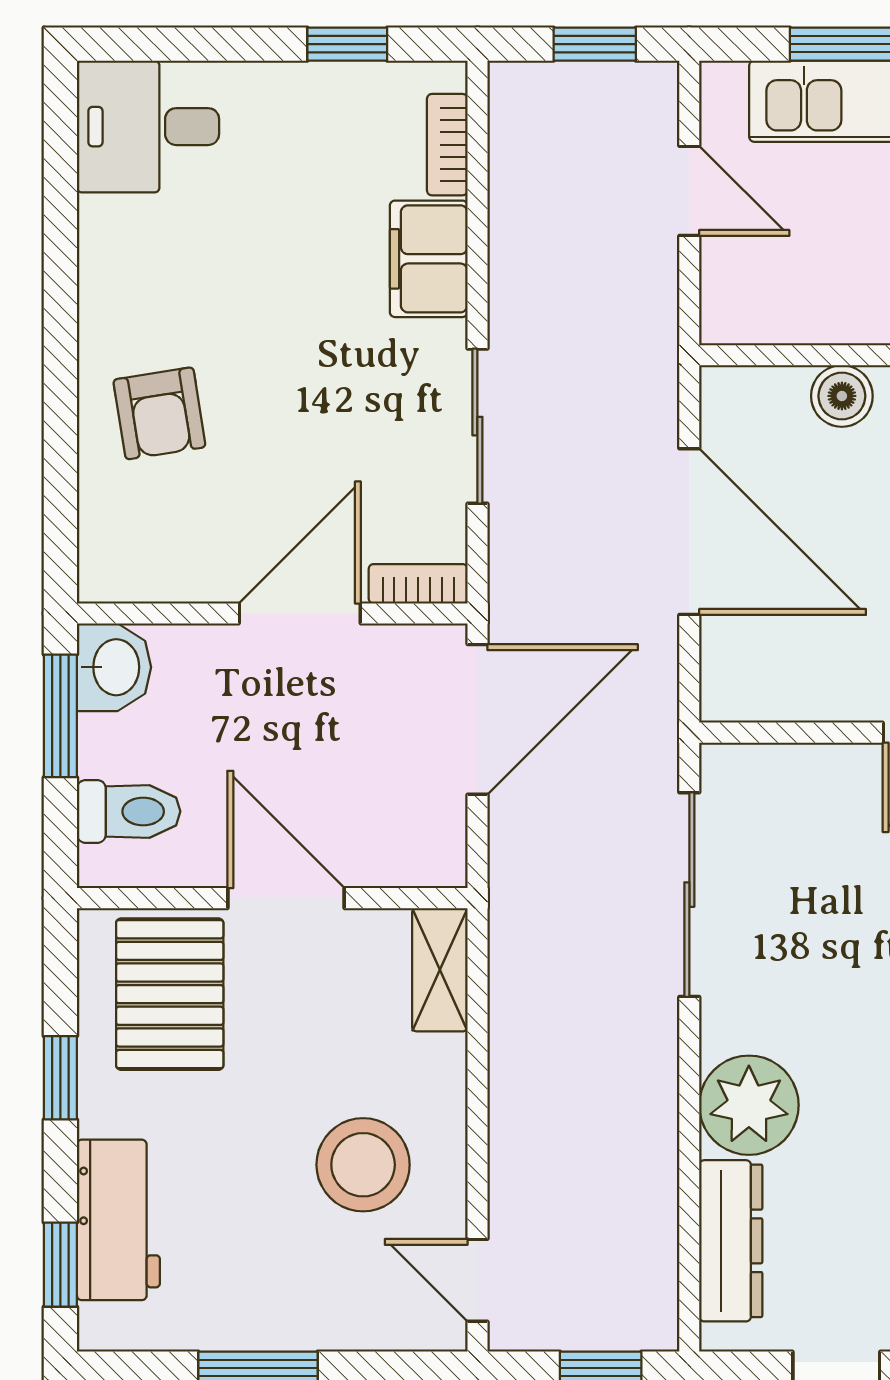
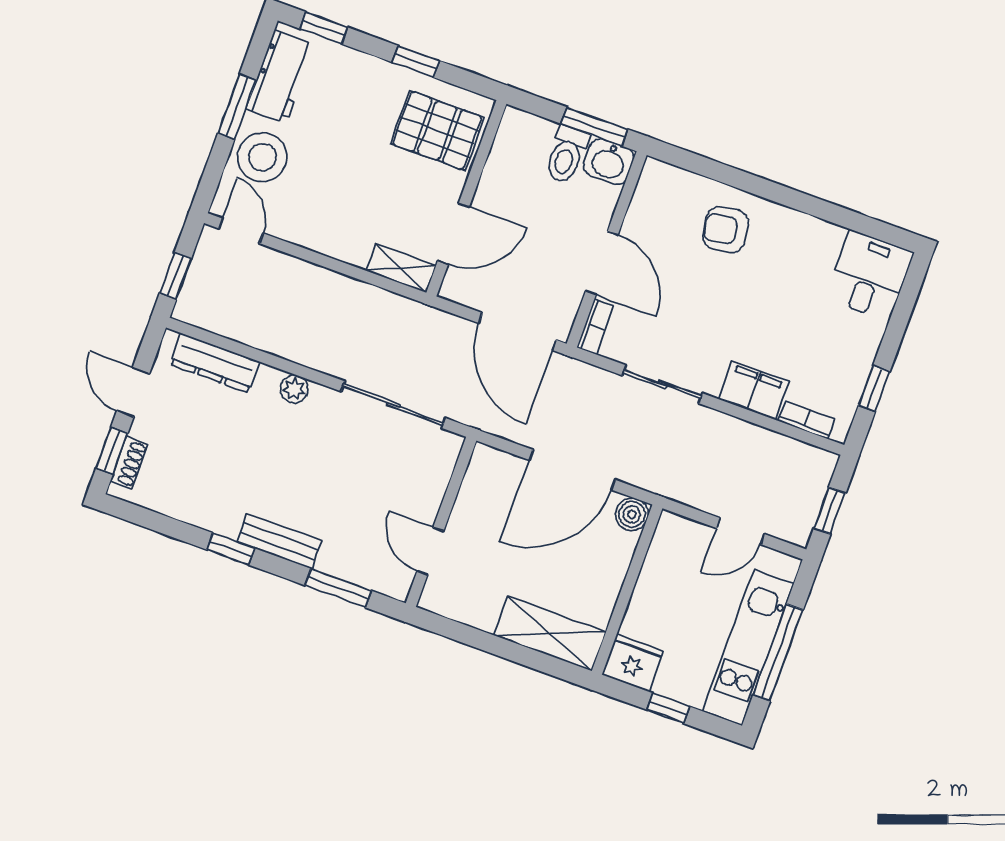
boiler: (842, 396) -> (632, 514), moved
toilet: (129, 811) -> (566, 154), moved
door: (286, 898) -> (453, 234), moved
plant: (749, 1105) -> (294, 389), width x0.53, depth x0.53
stool: (363, 1165) -> (262, 157), moved
workbench: (118, 1220) -> (280, 77), moved, turned -90
door: (477, 1280) -> (241, 231), hinge flipped

